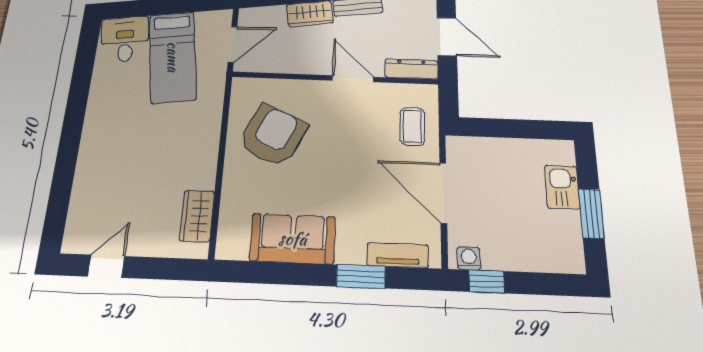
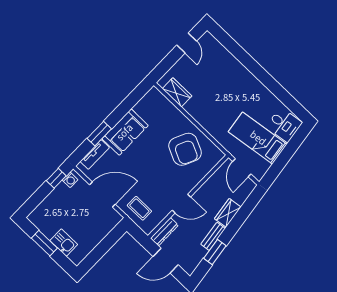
sofa: (293, 239) -> (125, 132), moved

